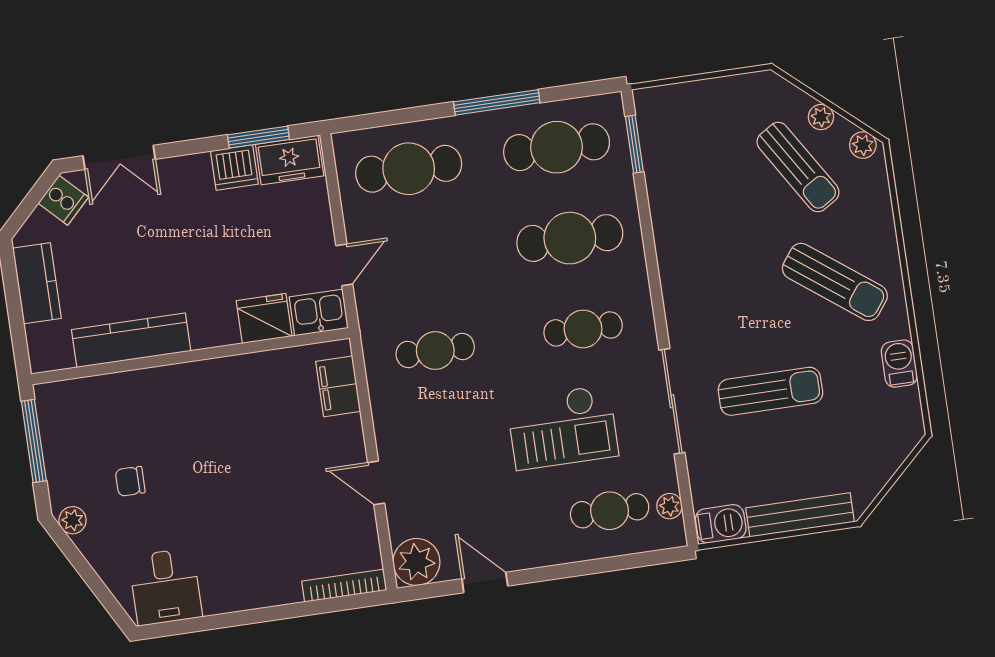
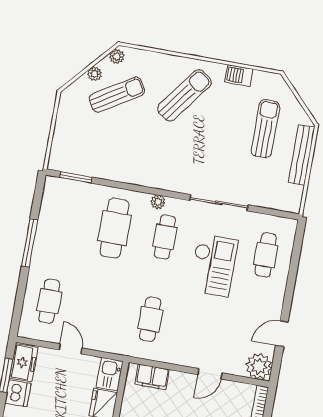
cafe table: (557, 147) -> (64, 219), removed
cafe table: (409, 169) -> (49, 301), width x0.73, depth x0.74
door: (344, 265) -> (71, 349), moved
sun lounger: (770, 391) -> (265, 129), moved
plant: (669, 506) -> (158, 202), moved
barbecue: (721, 524) -> (292, 198), removed

